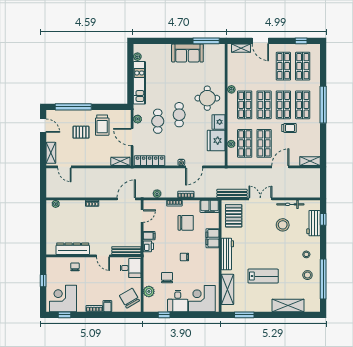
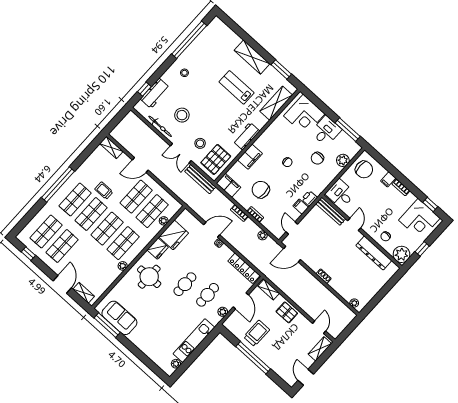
sofa: (187, 53) -> (119, 318), moved
window: (73, 107) -> (253, 358), moved
pallet: (81, 132) -> (287, 312), moved
door: (142, 216) -> (292, 228), hinge flipped
workbench: (227, 254) -> (246, 136), width x0.73
plant: (54, 264) -> (401, 254), added
stool: (307, 275) -> (200, 143), moved
chair: (129, 298) -> (364, 169), turned -60
shelving: (288, 305) -> (252, 57), moved
window: (164, 315) -> (348, 130), width x2.17

